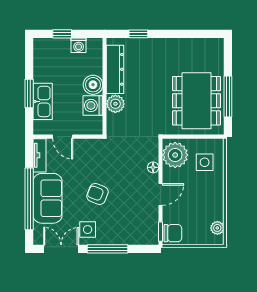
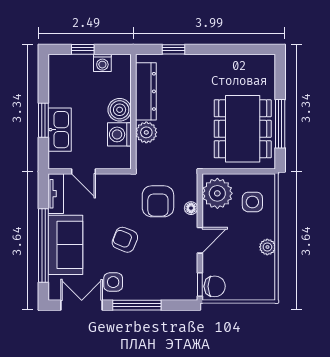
armchair: (125, 162) -> (158, 201), added
plant: (217, 228) -> (267, 247), moved

